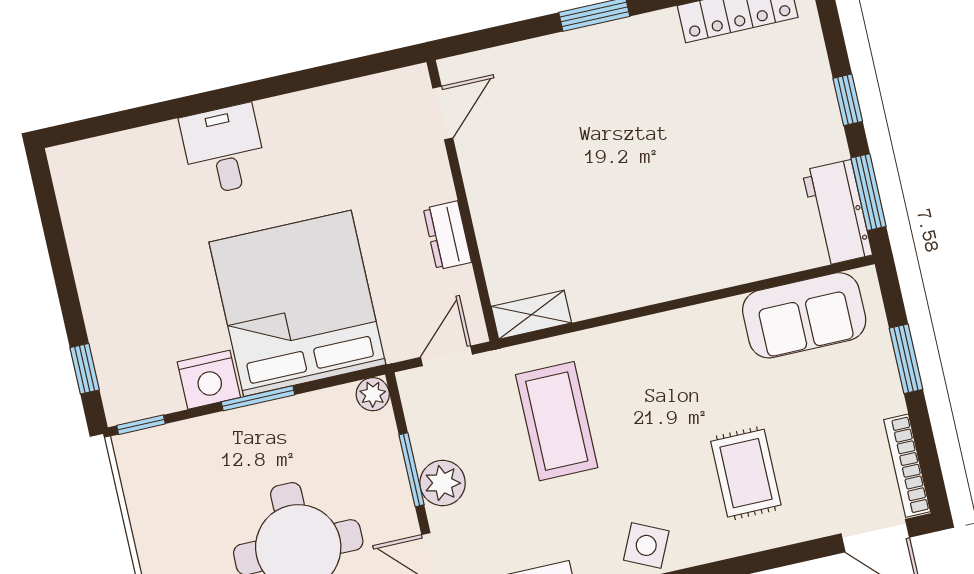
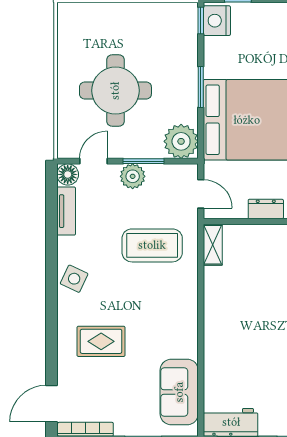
nightstand: (209, 380) -> (217, 21), moved
plant: (373, 394) -> (181, 141), width x1.88, depth x1.88

